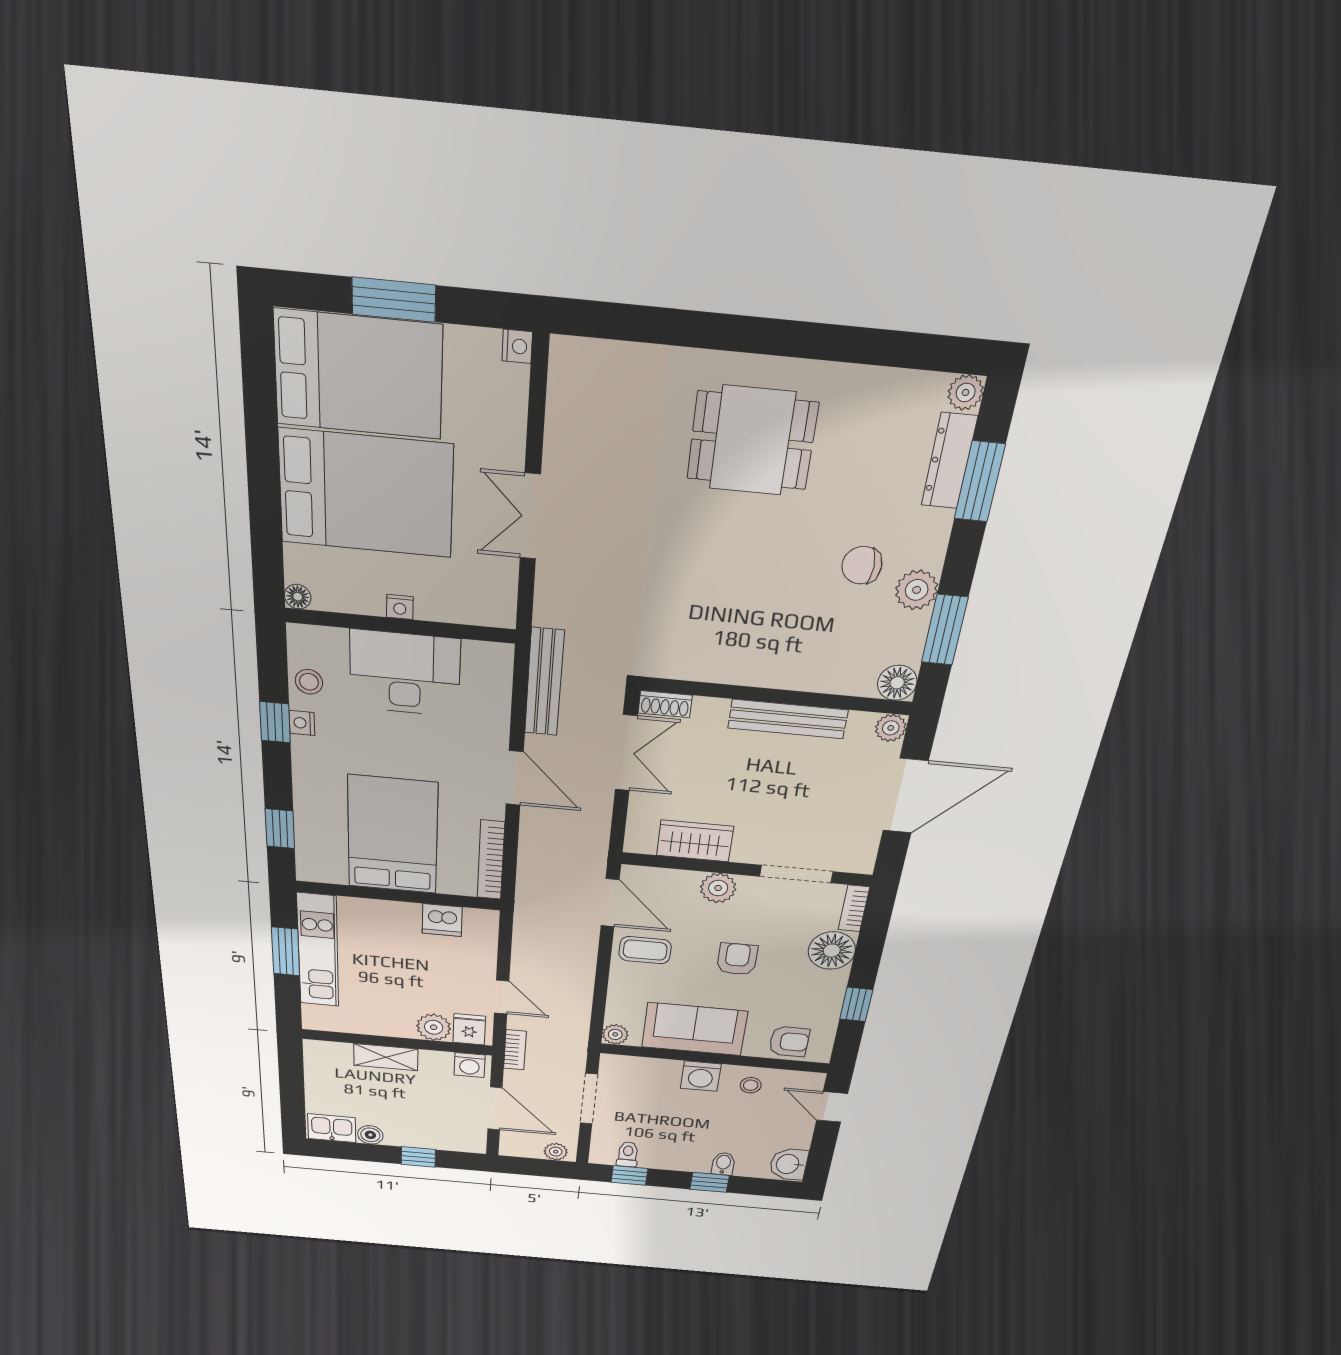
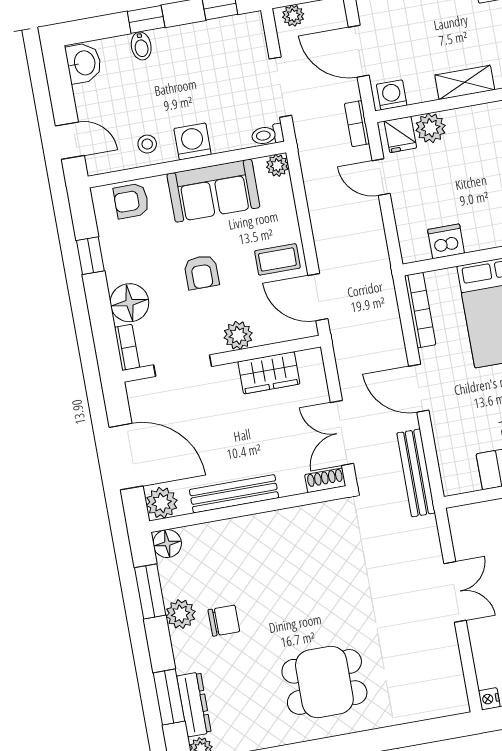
plant: (891, 728) -> (162, 503), width x1.38, depth x1.38
door: (905, 796) -> (126, 457), swing flipped
toilet: (628, 1154) -> (268, 135), moved, turned 90

